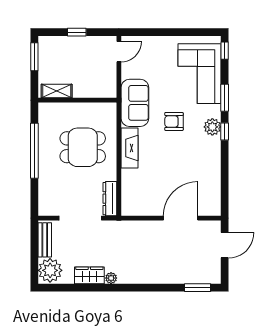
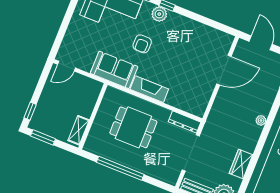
window: (77, 32) -> (30, 111), moved
door: (119, 52) -> (67, 66), swing flipped
dining table: (83, 147) -> (133, 127), turned 90
door: (181, 218) -> (224, 70), swing flipped
plant: (111, 278) -> (261, 120), moved

